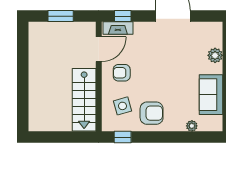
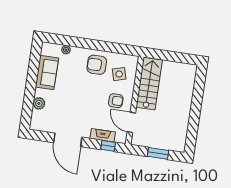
fireplace: (118, 28) -> (103, 135), moved
door: (99, 49) -> (131, 122), hinge flipped
window: (123, 137) -> (123, 49), removed

